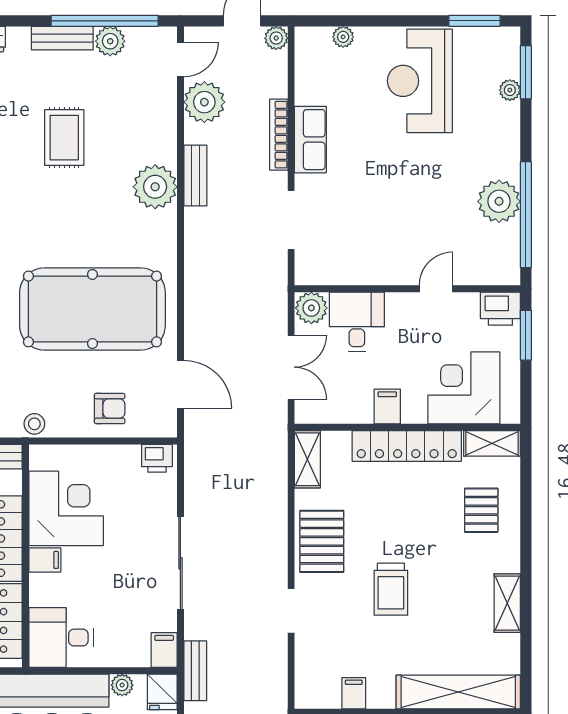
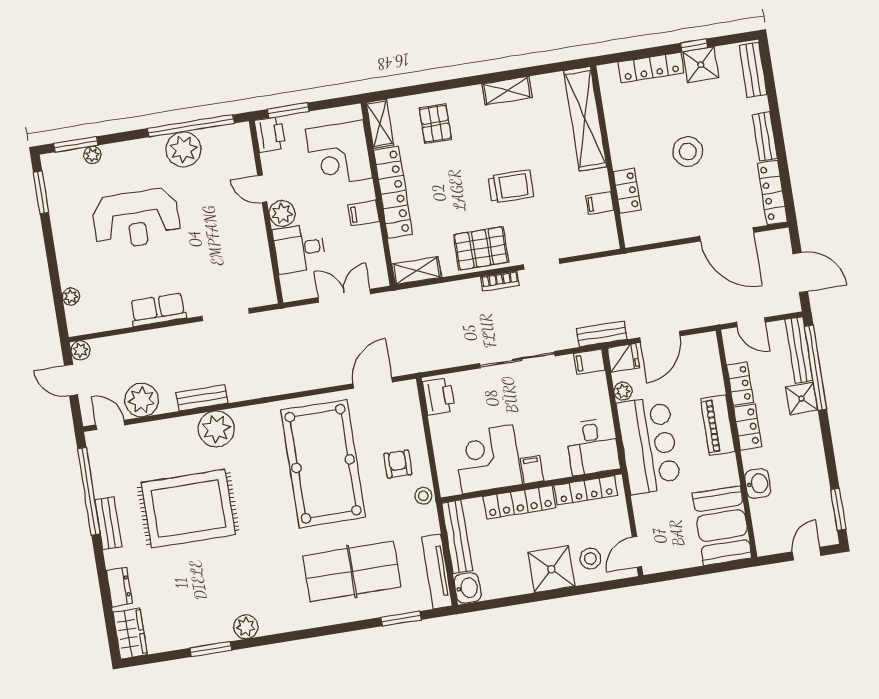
plant: (110, 41) -> (105, 484), removed
reception desk: (420, 81) -> (136, 219), moved
bookcase: (279, 135) -> (500, 281), moved, width x0.64
rug: (64, 138) -> (188, 509), width x1.86, depth x2.06
plant: (311, 308) -> (282, 214), moved
armchair: (110, 408) -> (398, 464), moved
printer: (157, 458) -> (439, 396), width x1.36, depth x1.24
pallet: (481, 510) -> (435, 124), turned 90

